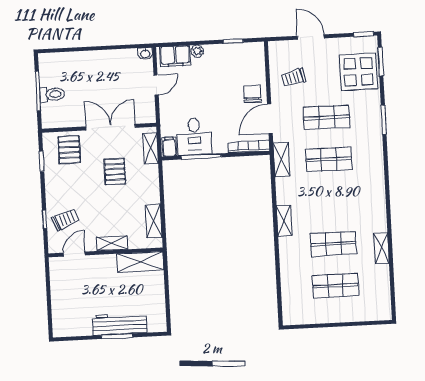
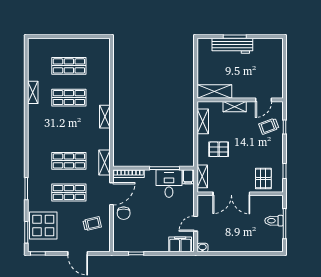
plant: (197, 51) -> (163, 247), removed
pallet: (115, 172) -> (219, 149), moved, turned 90

